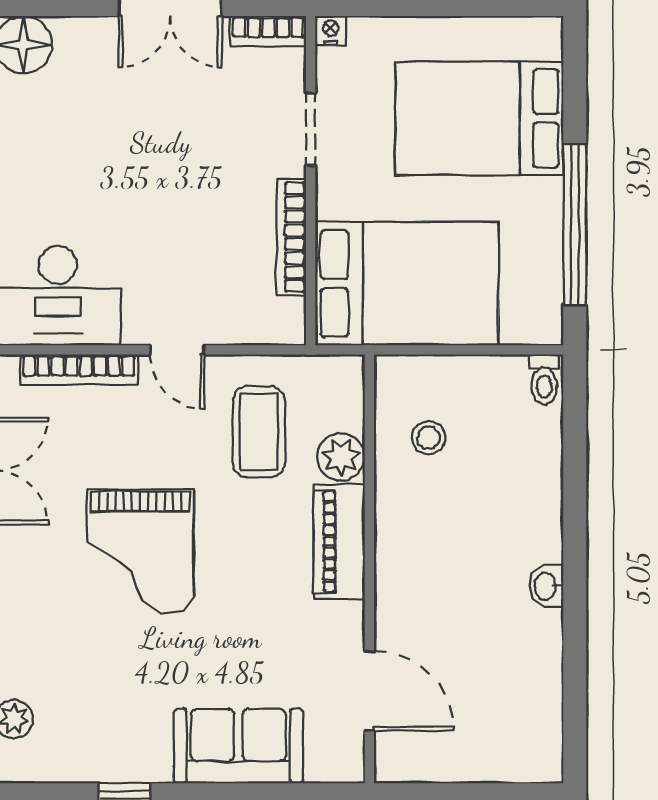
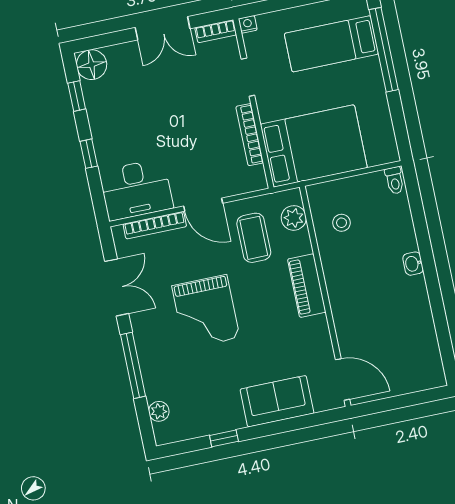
bed: (479, 118) -> (331, 44), width x0.67
window: (575, 225) -> (384, 50), moved
door: (177, 350) -> (203, 205), width x1.38
plant: (341, 457) -> (294, 218), moved
washbasin: (546, 586) -> (413, 264), moved
door: (369, 691) -> (343, 379), moved

